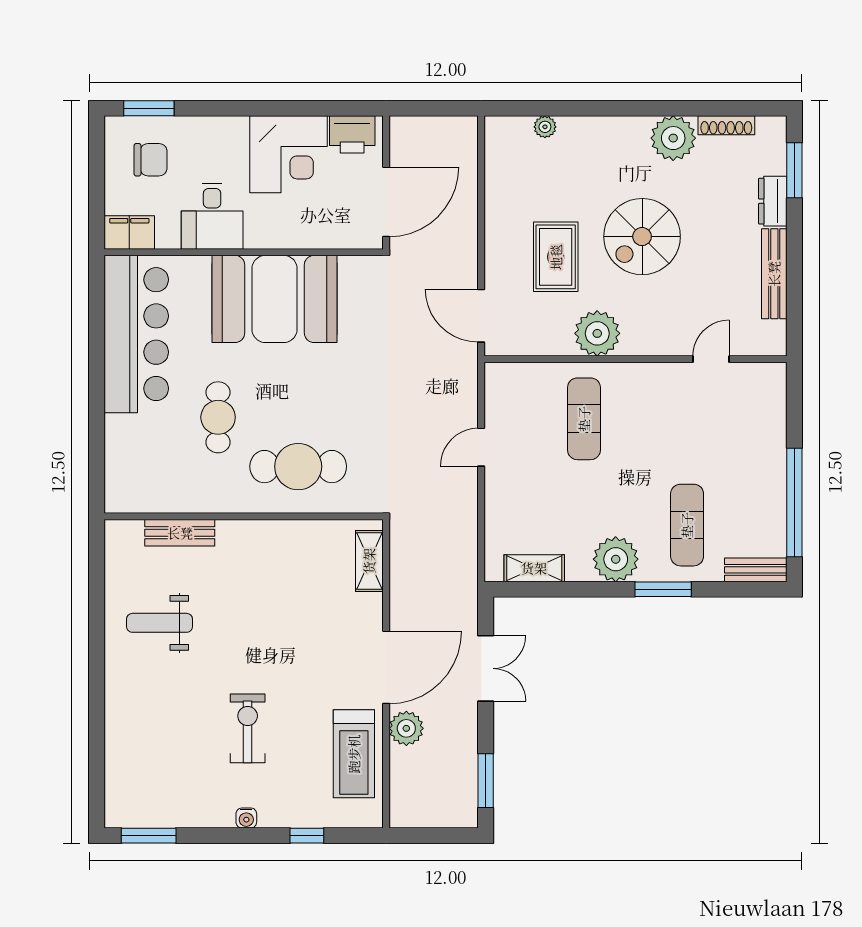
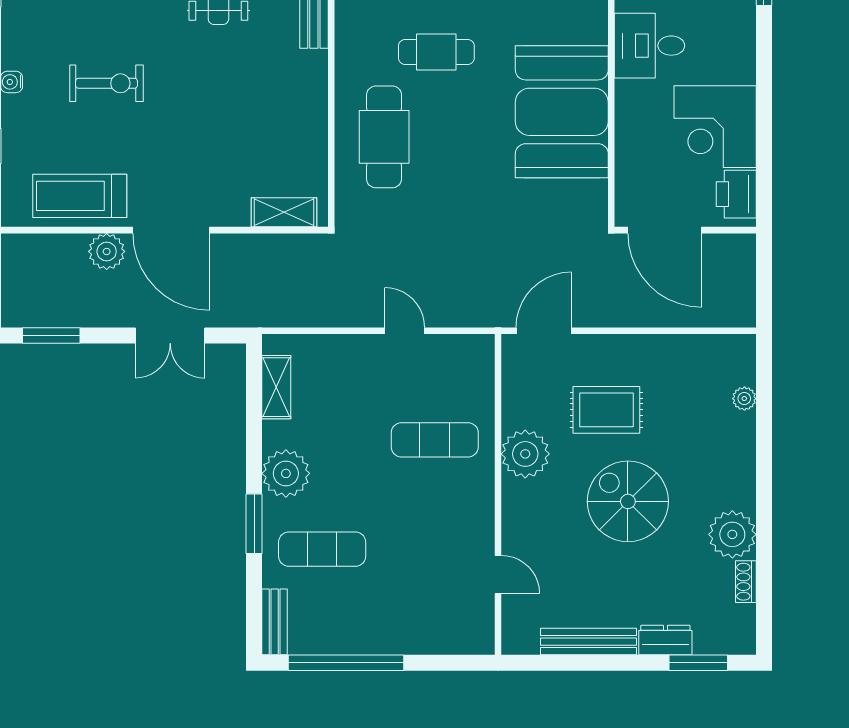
shoe rack: (726, 125) -> (746, 582), width x0.70

